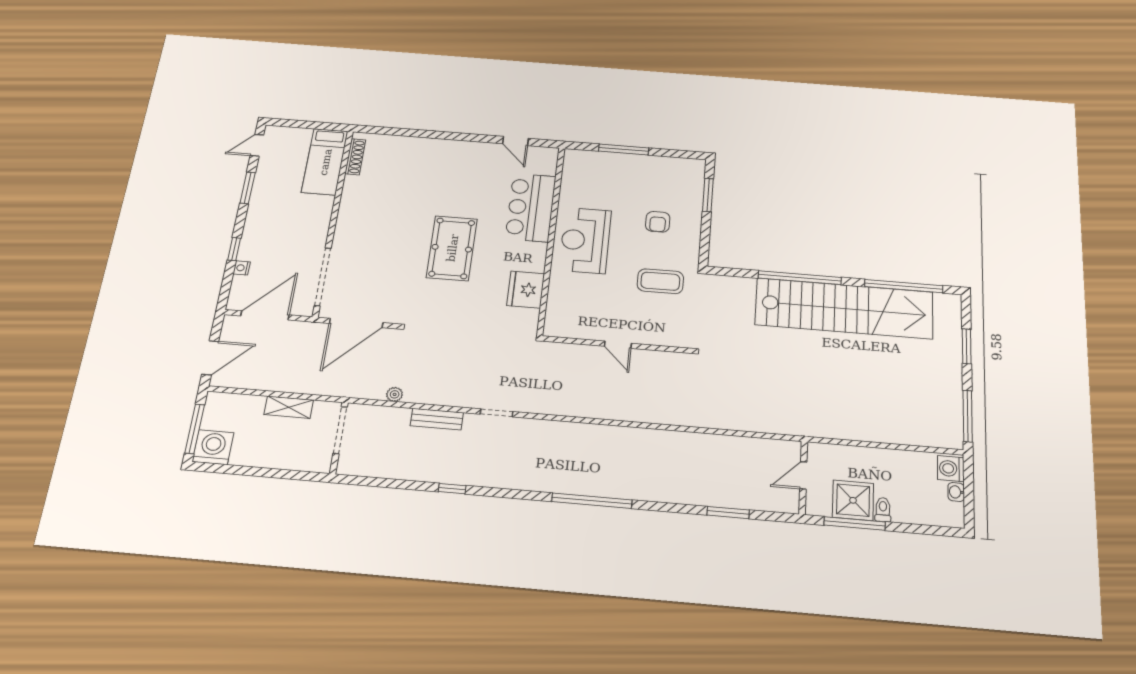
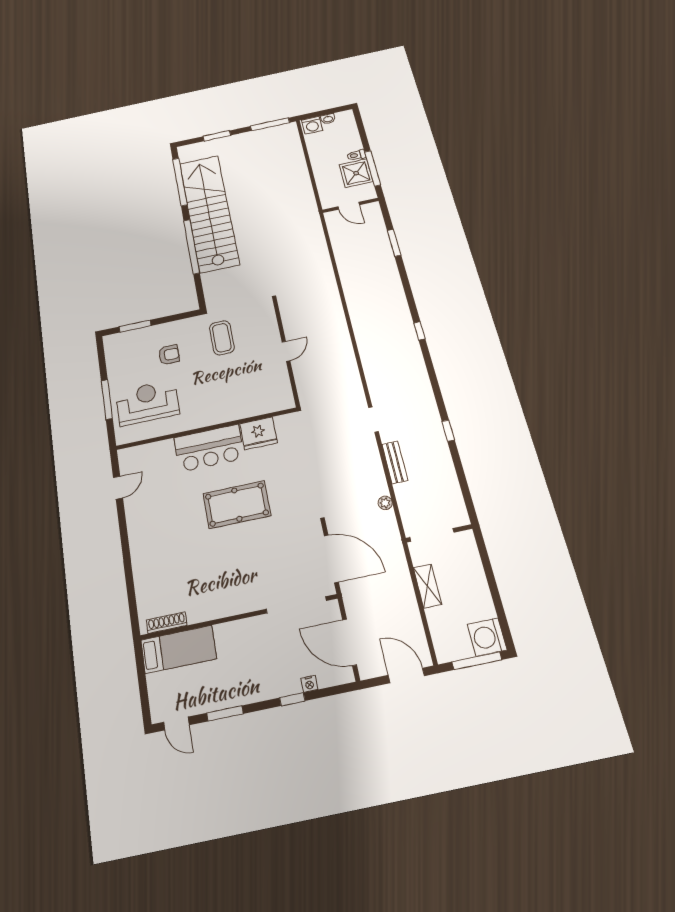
bar counter: (531, 208) -> (209, 448), moved
reception desk: (585, 240) -> (147, 403), moved, turned 180
window: (592, 501) -> (419, 331), width x0.32

